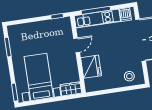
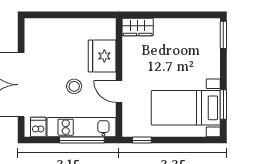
door: (77, 45) -> (119, 91), hinge flipped
stool: (129, 76) -> (74, 86), moved
bed with nightstands: (39, 77) -> (186, 108), moved, turned 90

